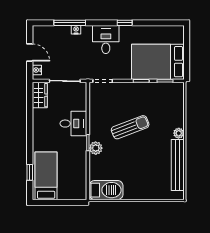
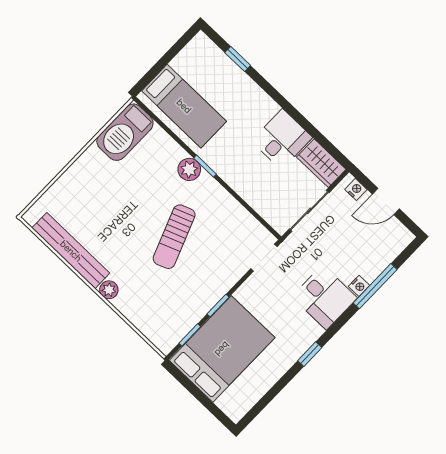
desk: (106, 40) -> (325, 297), moved
desk: (73, 124) -> (282, 139), moved, turned 180
bed: (46, 176) -> (184, 106), moved

